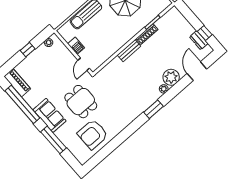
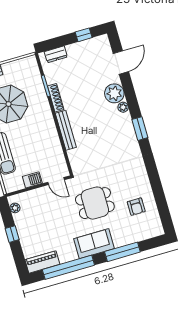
dresser: (199, 40) -> (56, 54), moved
bench: (129, 51) -> (66, 130), width x1.36
door: (197, 71) -> (121, 63), swing flipped
armchair: (93, 134) -> (136, 207), width x0.53, depth x0.53

